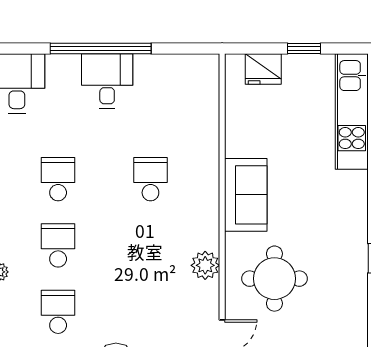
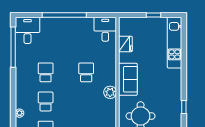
fridge: (263, 69) -> (125, 44), moved, turned -90
desk: (107, 81) -> (105, 29), moved
plant: (205, 265) -> (110, 92), moved

